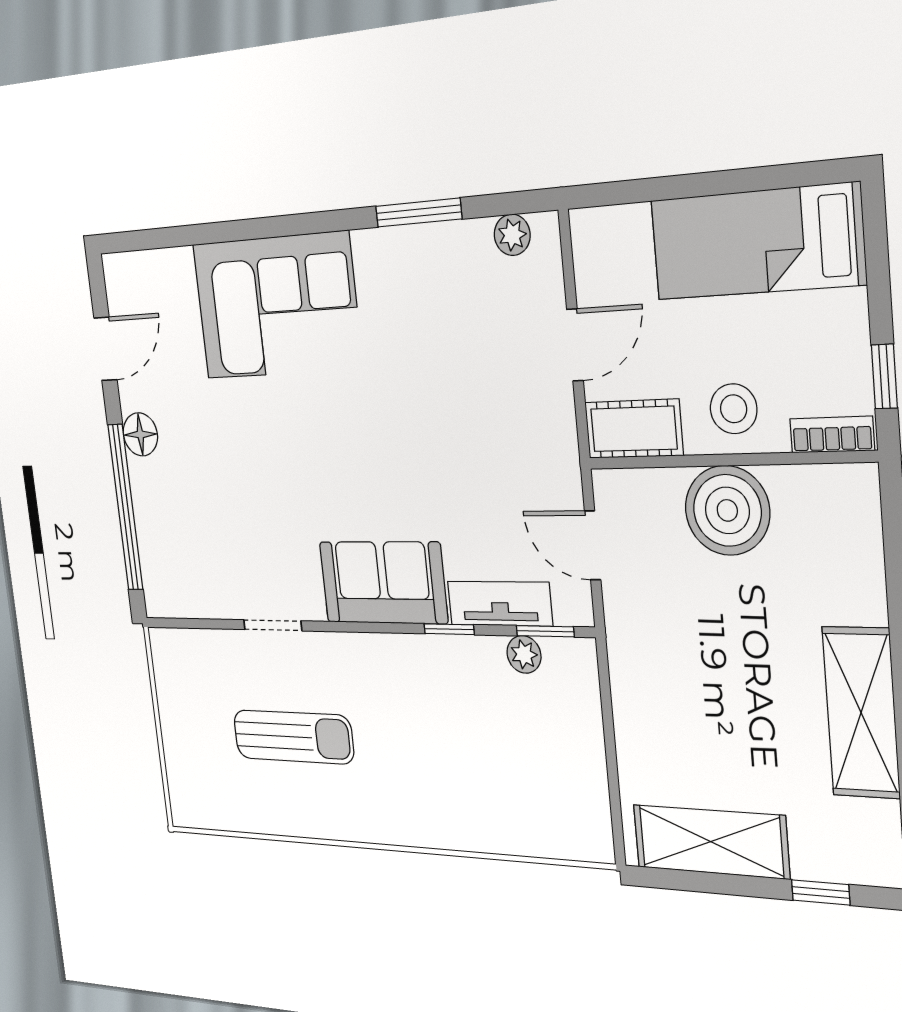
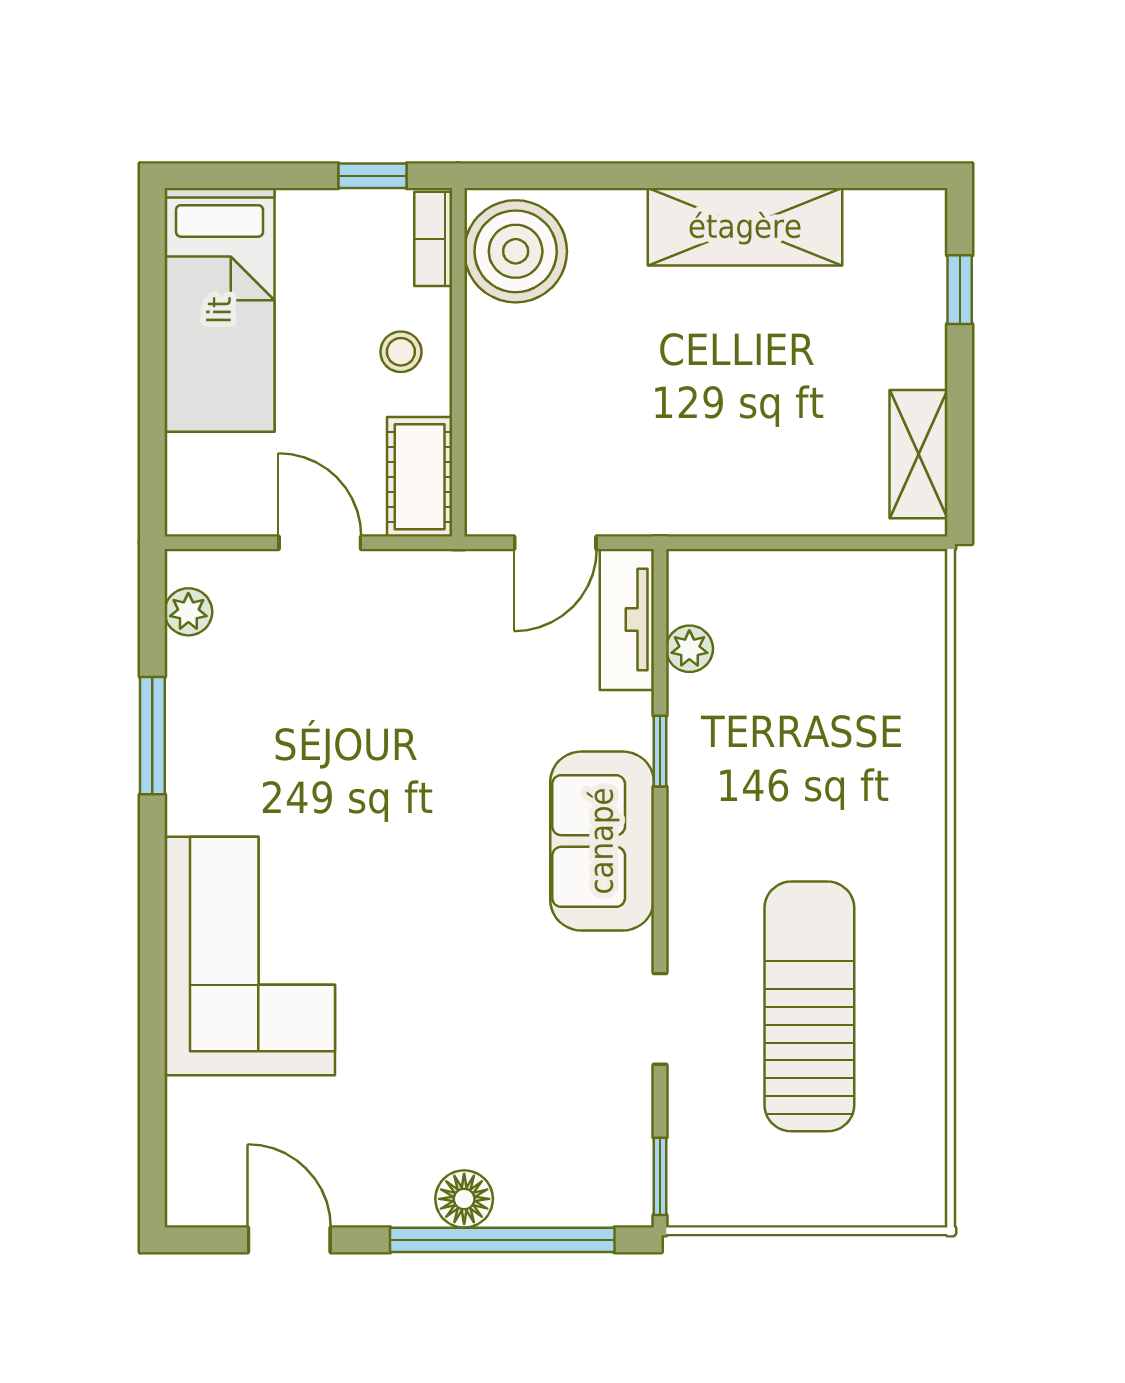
stool: (734, 409) -> (401, 352), width x0.73, depth x0.73
floor lamp: (140, 434) -> (464, 1199), moved
boiler: (727, 510) -> (516, 251), moved
tv unit: (500, 604) -> (627, 620), moved
window: (545, 631) -> (660, 1176), moved
sun lounger: (293, 737) -> (809, 1006), width x1.36, depth x1.34
shelving: (711, 842) -> (919, 454), width x0.67, depth x0.75

